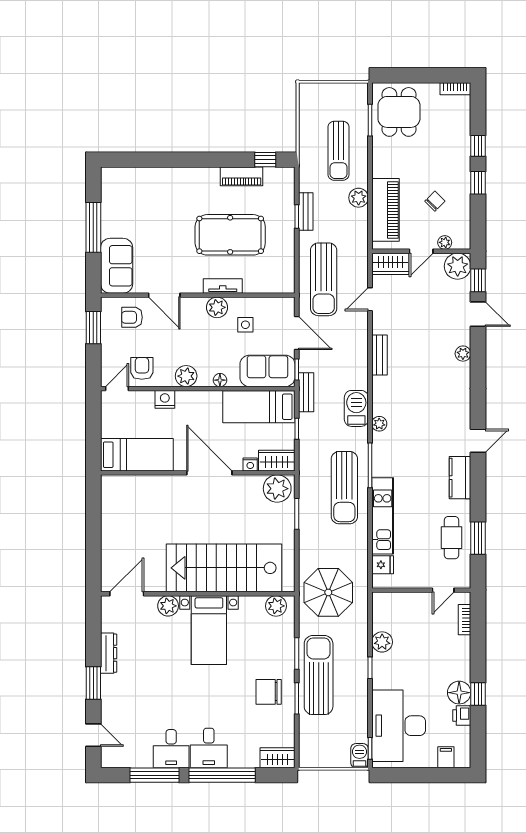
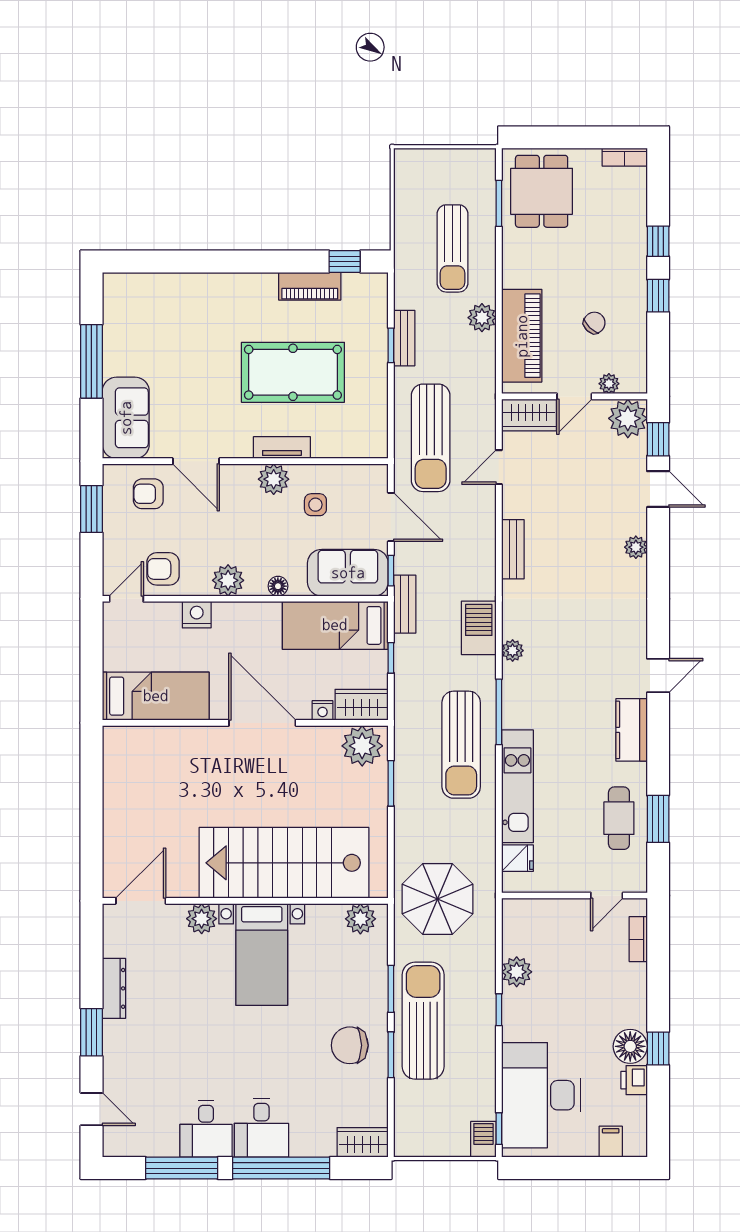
armchair: (142, 368) -> (163, 569), turned -90

